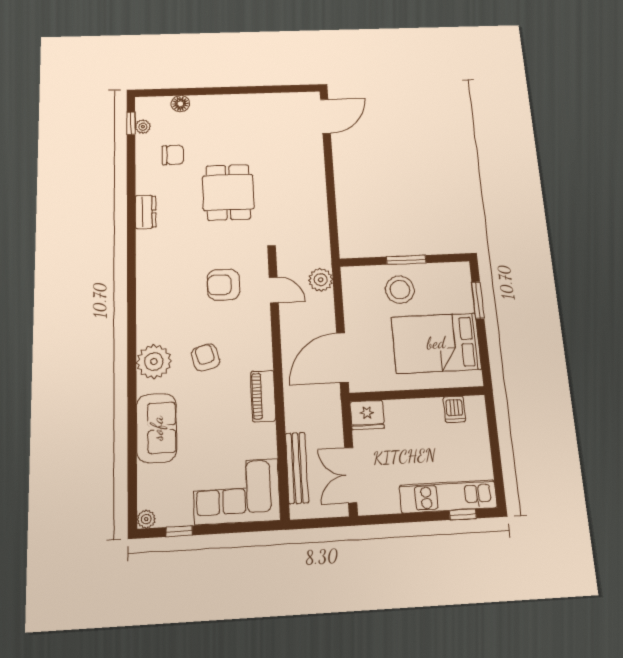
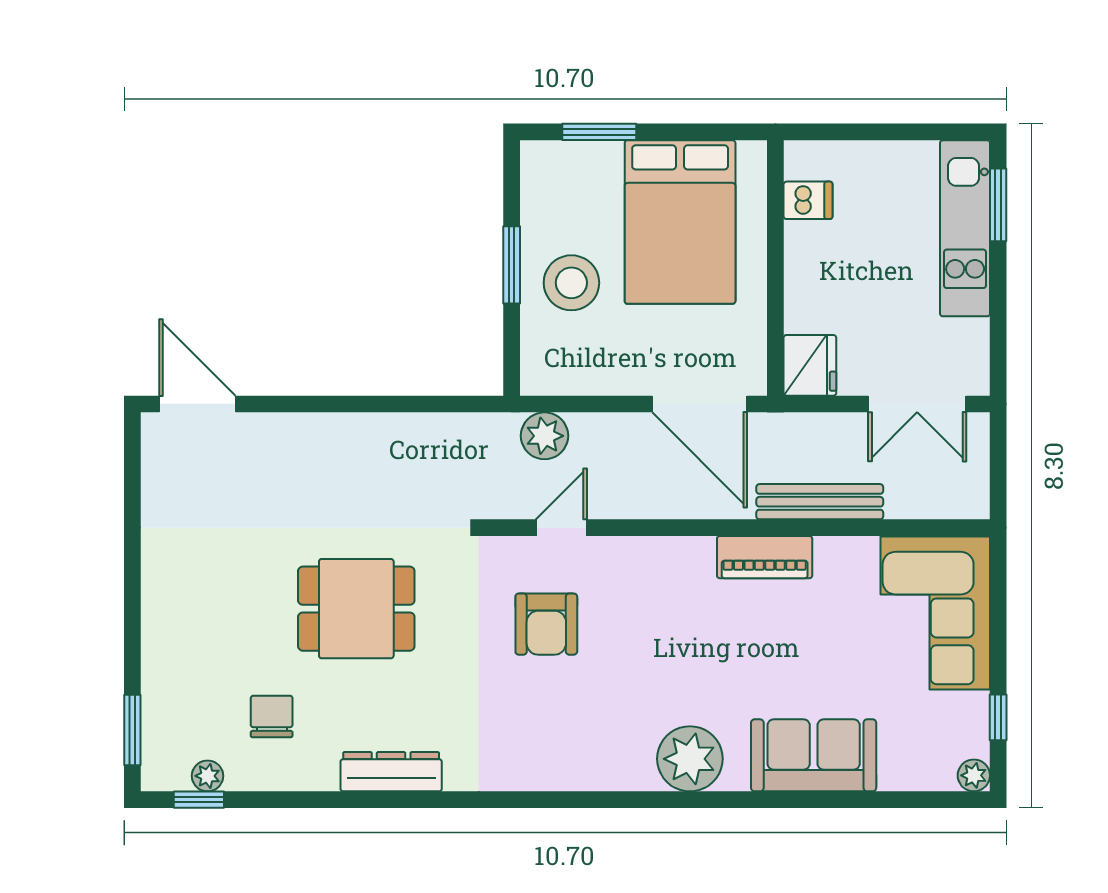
window: (165, 92) -> (132, 730), added
floor lamp: (180, 104) -> (159, 700), removed
dresser: (146, 212) -> (391, 772), width x1.44
armchair: (206, 357) -> (687, 662), removed
bench: (297, 468) -> (820, 502), moved
window: (463, 514) -> (998, 205), width x1.50

